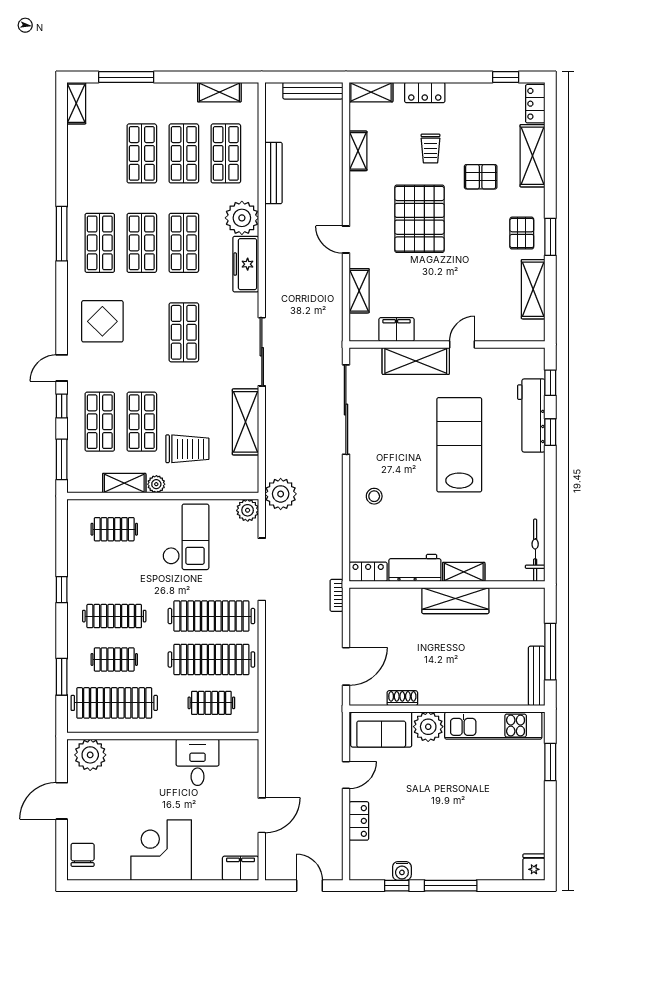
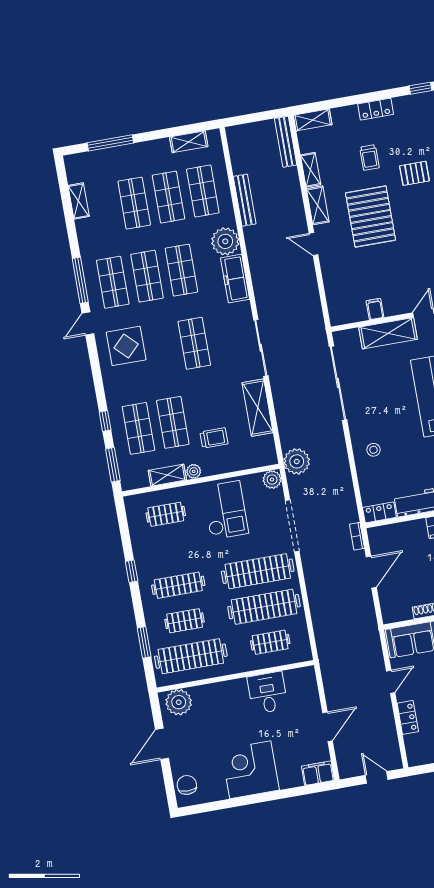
bench: (313, 91) -> (286, 142), moved, turned 90
locker: (425, 92) -> (376, 109), moved
shelving: (76, 103) -> (79, 201), moved
shelving: (359, 291) -> (318, 205), moved
filing cabinet: (397, 329) -> (375, 309), width x0.50
door: (62, 368) -> (88, 324), moved
trolley: (187, 449) -> (214, 438), width x0.73, depth x0.72
door: (346, 666) -> (371, 572), moved

